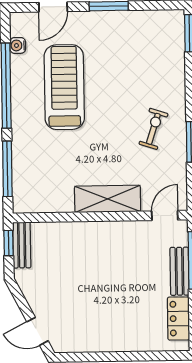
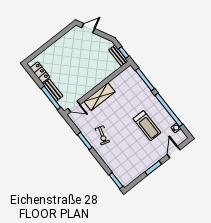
treadmill: (64, 87) -> (147, 126), width x0.73, depth x0.73
door: (165, 216) -> (74, 107), hinge flipped

